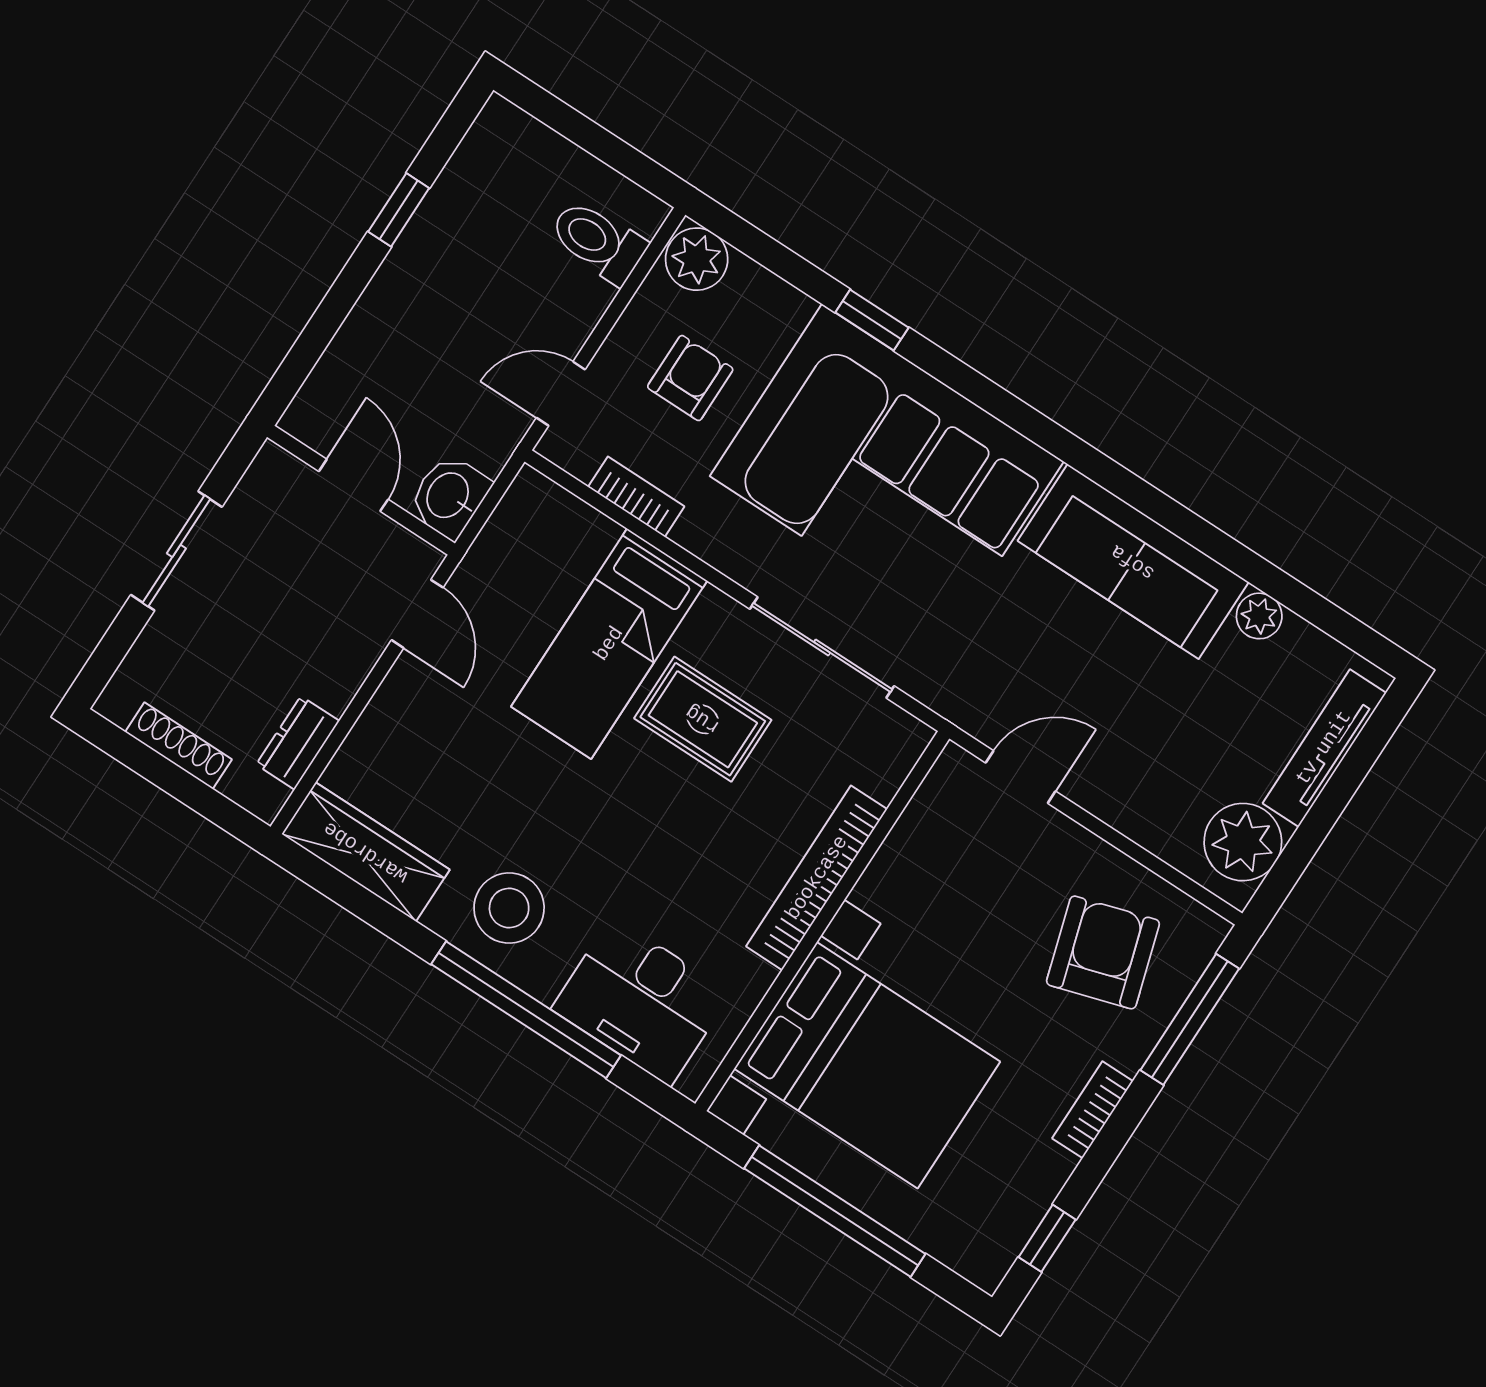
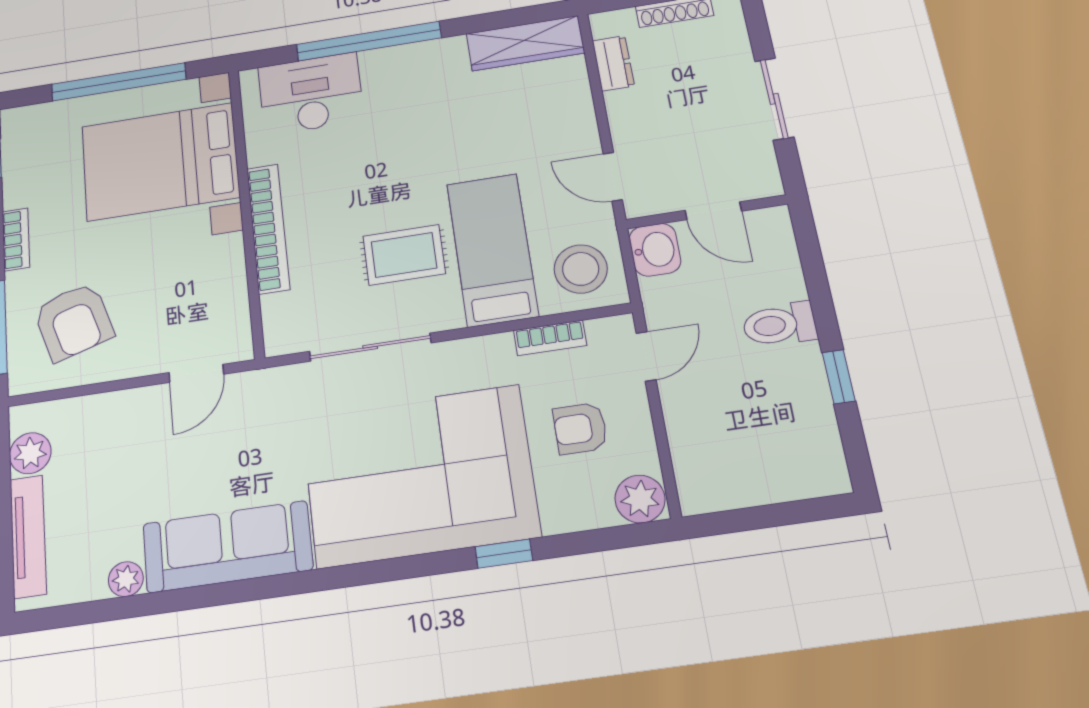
toilet: (598, 241) -> (779, 325), moved, turned 180
armchair: (690, 378) -> (580, 428), turned 90
plant: (1243, 842) -> (30, 453), width x0.73, depth x0.73
stool: (509, 908) -> (581, 269), moved

